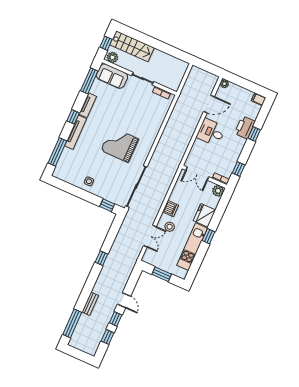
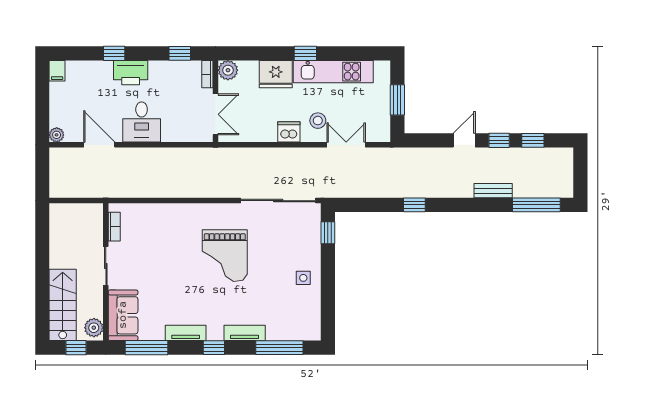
printer: (245, 127) -> (131, 73), moved
tv unit: (76, 132) -> (245, 333), width x0.71

